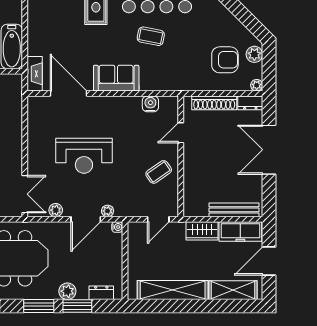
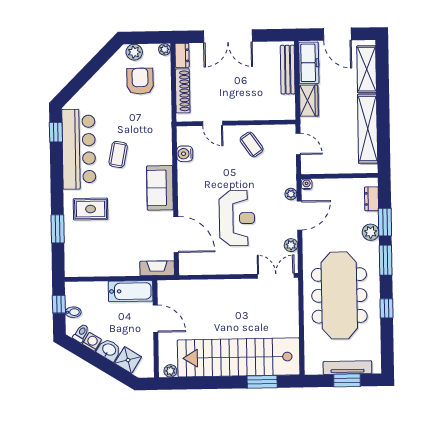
door: (69, 94) -> (176, 234), swing flipped
door: (86, 219) -> (299, 215), hinge flipped

